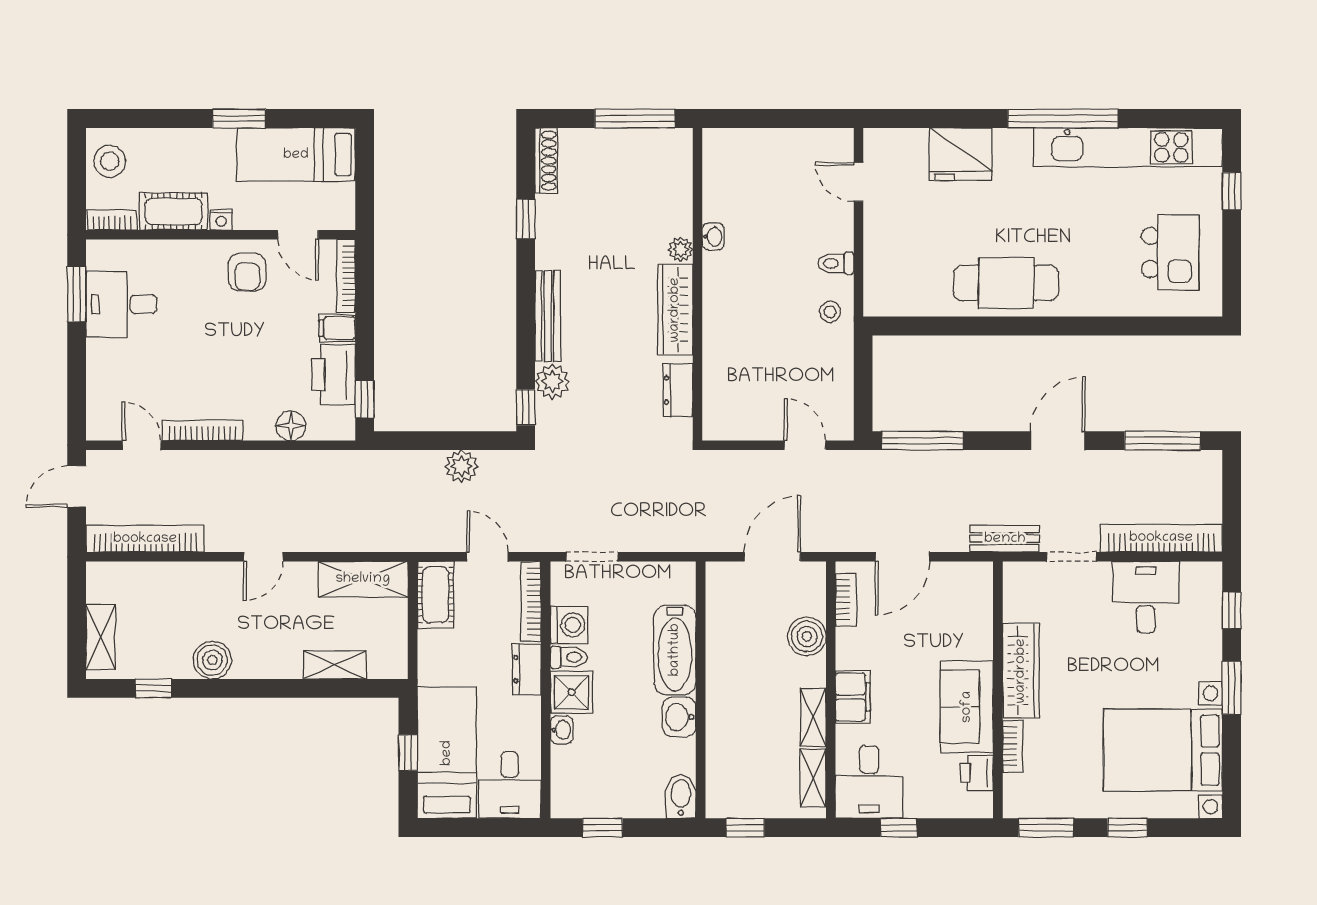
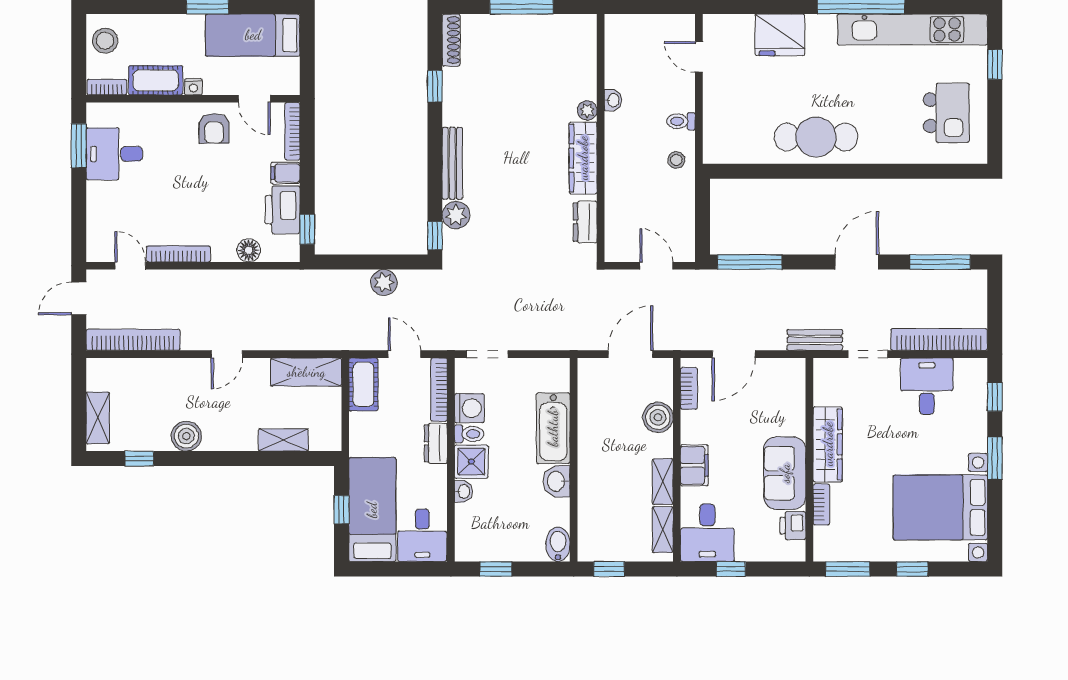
washbasin: (713, 237) -> (613, 100), moved
plant: (681, 249) -> (587, 110), moved
wall: (698, 284) -> (601, 138), moved
wardrobe: (675, 310) -> (583, 158), moved
dresser: (678, 390) -> (585, 222), moved

